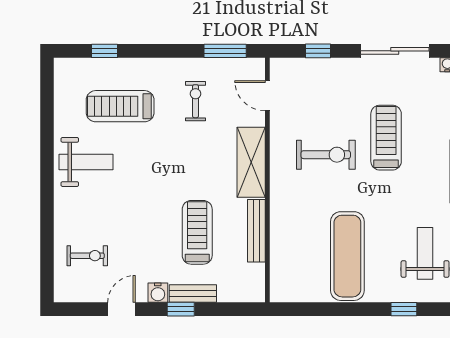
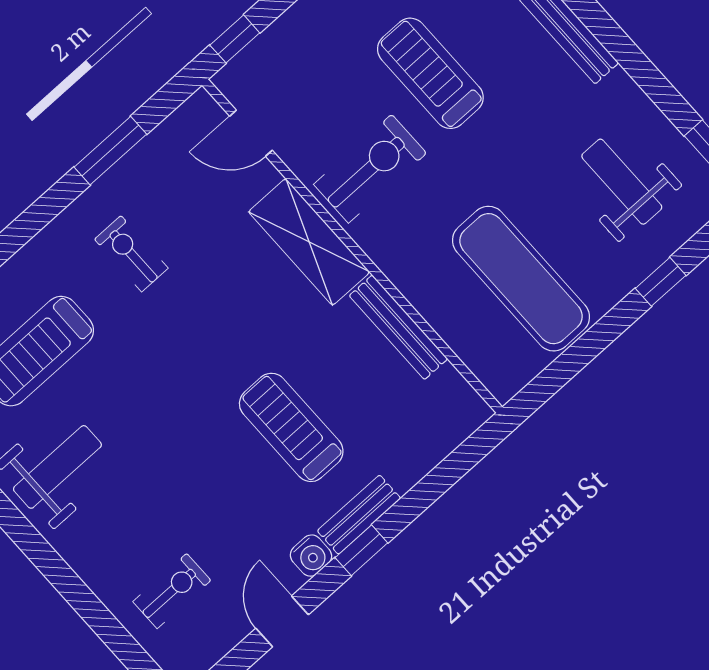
door: (267, 96) -> (251, 133), moved
shelving: (251, 162) -> (309, 242), moved
wall: (267, 180) -> (352, 246), moved
bench: (256, 231) -> (398, 327), moved

